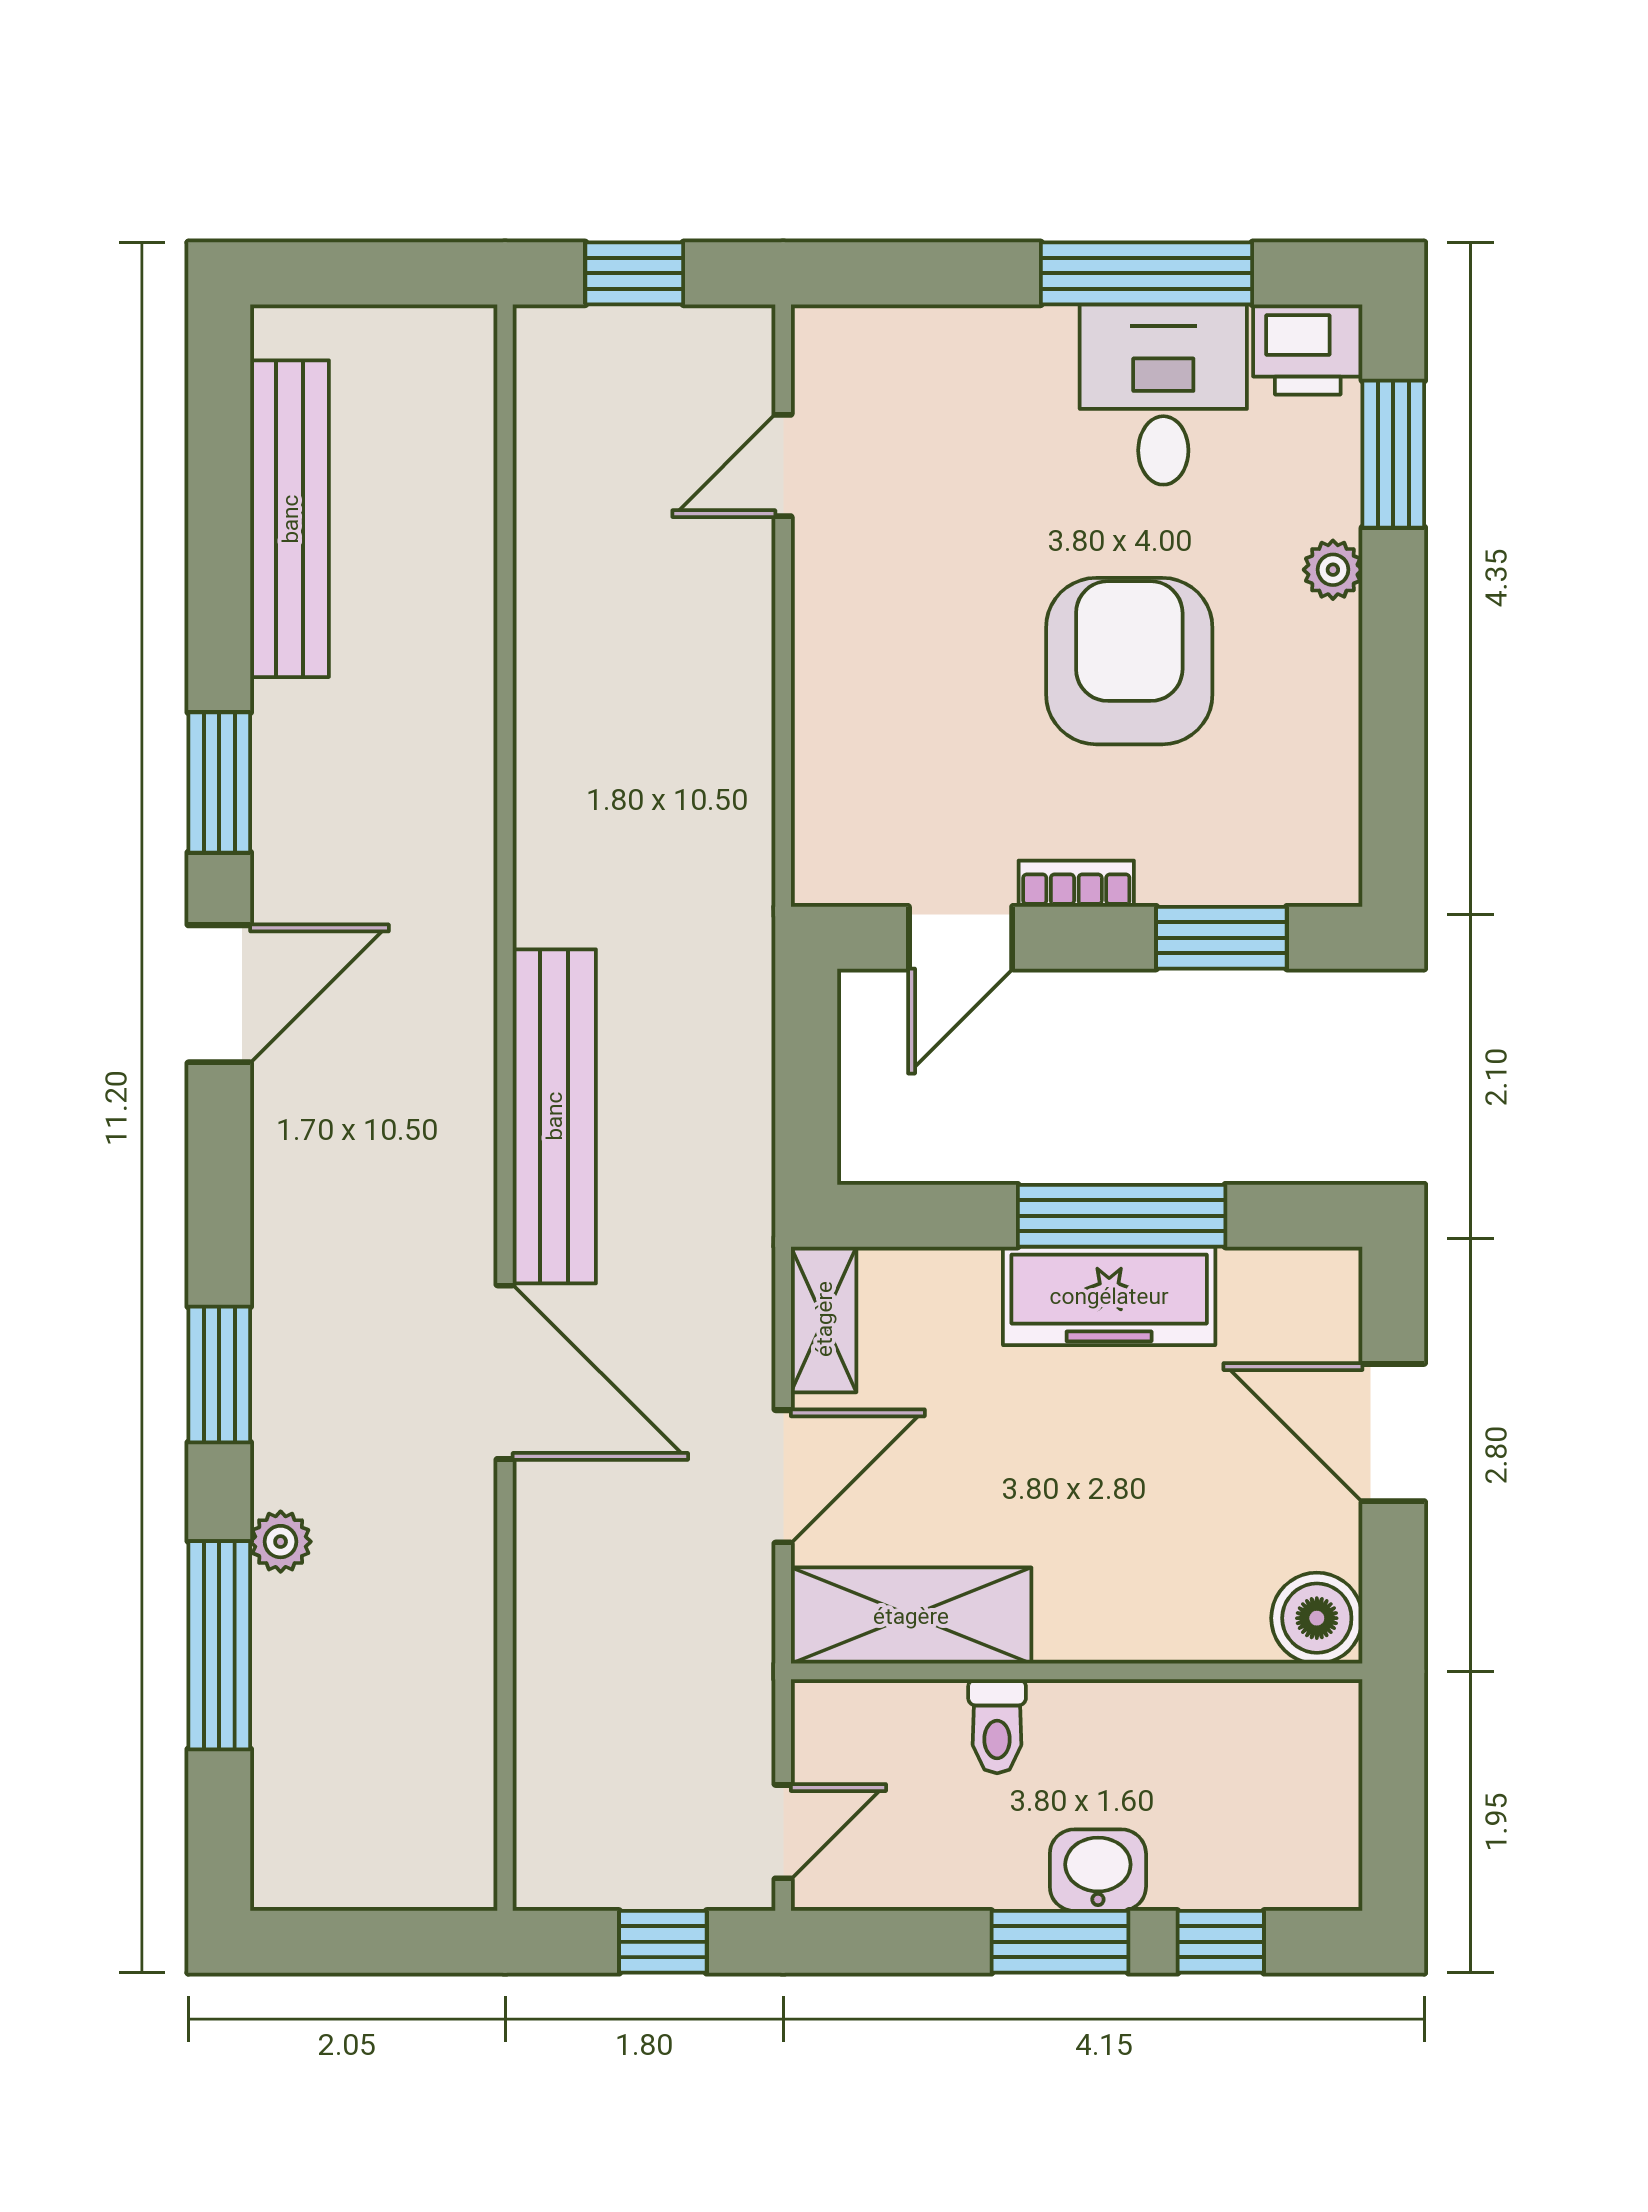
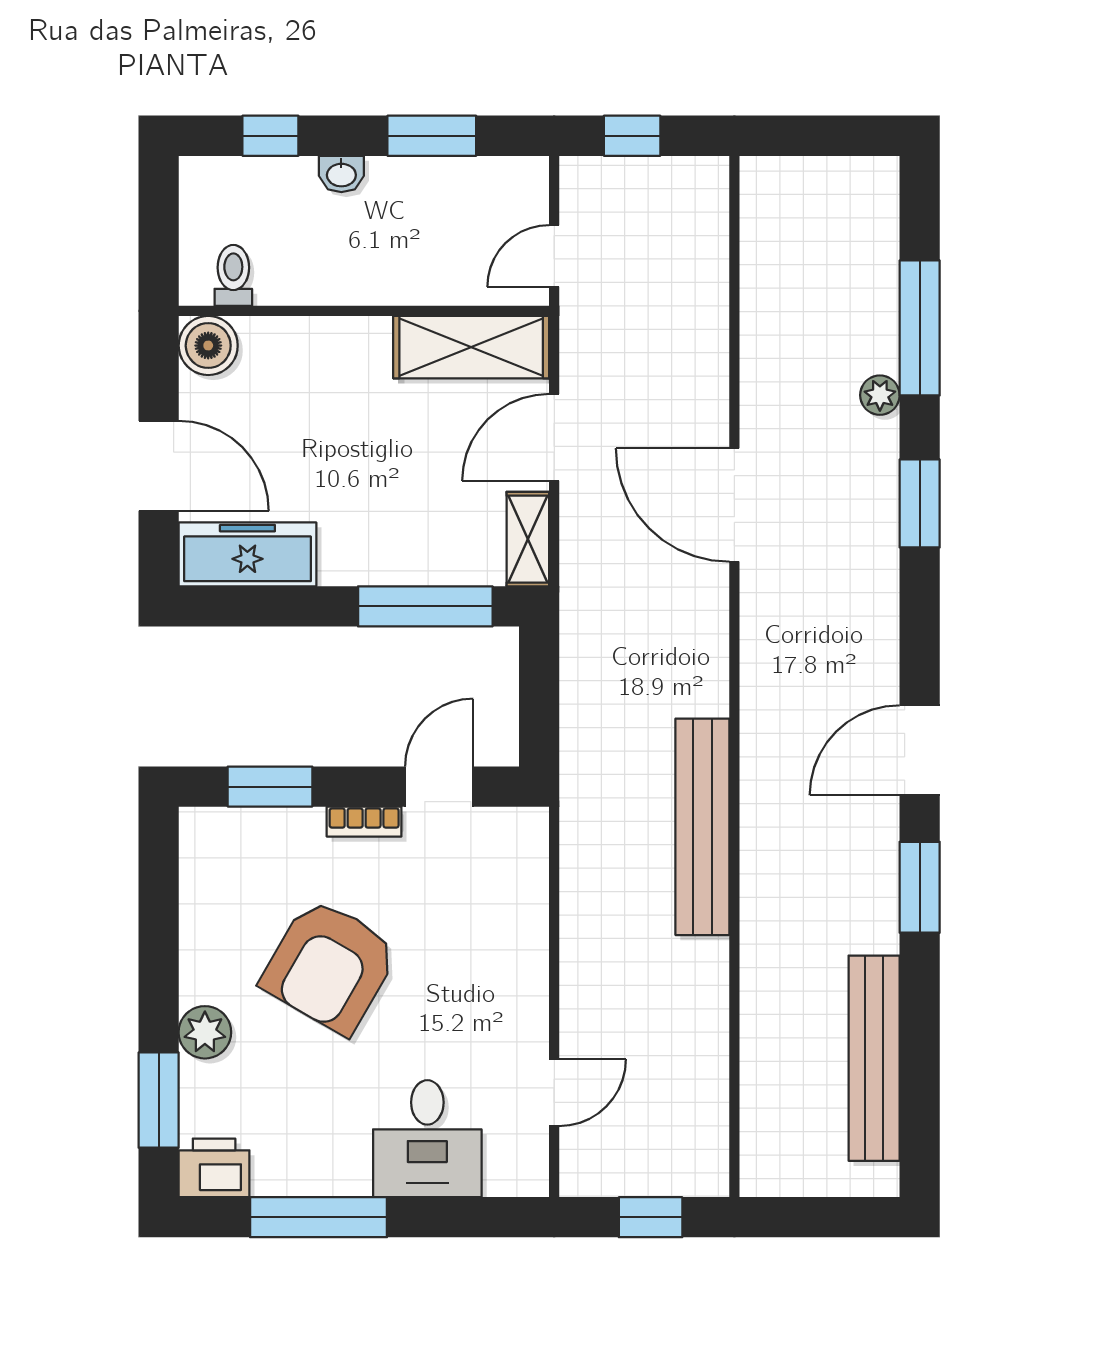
desk: (1163, 394) -> (427, 1139), moved
plant: (1333, 570) -> (205, 1032), width x1.38, depth x1.38
armchair: (1129, 661) -> (330, 966), turned 30
bench: (554, 1116) -> (702, 827), moved
window: (1122, 1216) -> (425, 606), moved
freezer: (1109, 1296) -> (247, 554), moved
toilet: (997, 1726) -> (233, 275), moved
door: (783, 1832) -> (554, 256), moved
washbasin: (1098, 1870) -> (341, 174), width x0.72, depth x0.69
window: (1060, 1942) -> (432, 136), moved

